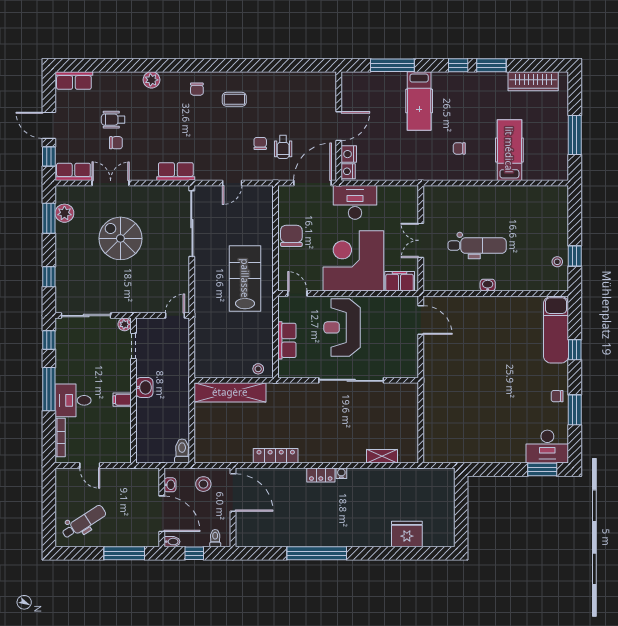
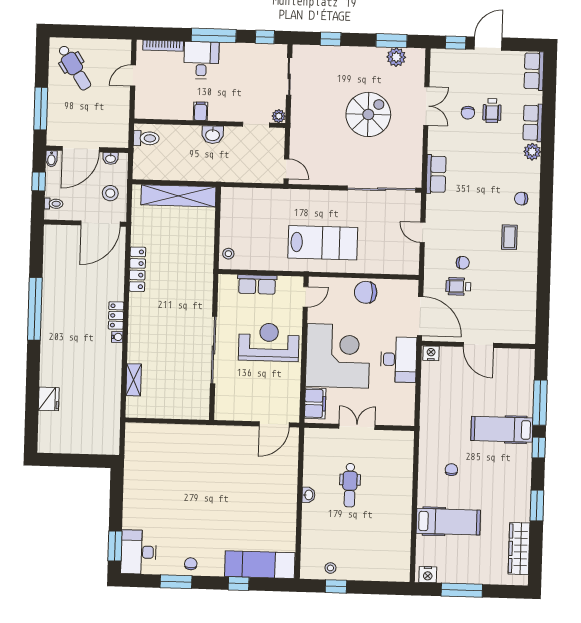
window: (458, 65) -> (539, 448), moved
wheelchair: (113, 120) -> (492, 111), turned 180
nightstand: (349, 154) -> (428, 575), moved, turned 180
row of seats: (73, 172) -> (533, 123), moved, turned 180
chair: (291, 236) -> (366, 292), turned 180
dental chair: (477, 246) -> (350, 485), width x0.73, depth x0.72
sliding door: (86, 316) -> (289, 76), width x0.73
shelving: (230, 392) -> (178, 196), moved, turned 90
toilet: (182, 451) -> (146, 138), moved
fridge: (407, 534) -> (49, 399), width x0.73, depth x0.75

